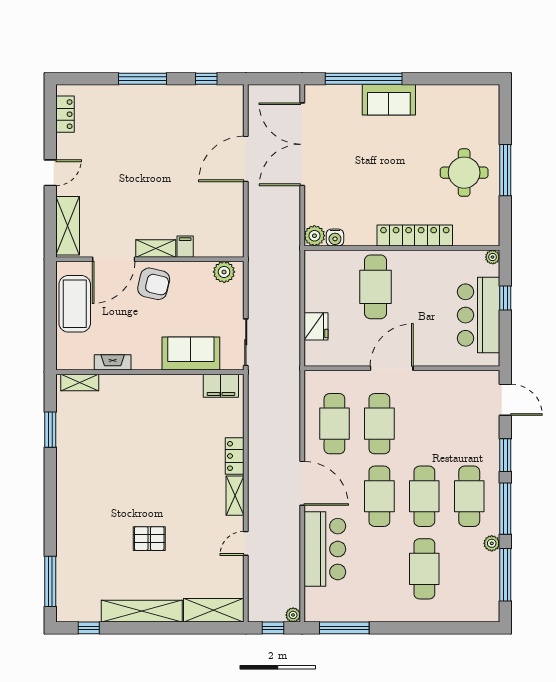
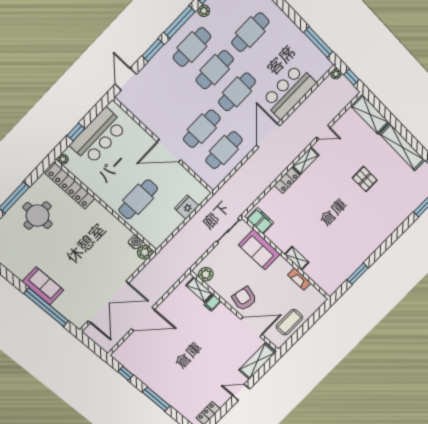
locker: (415, 235) -> (70, 186), moved
shelving: (156, 248) -> (199, 290), moved
coffee table: (75, 304) -> (289, 322), width x0.73, depth x0.76
shelving: (80, 382) -> (297, 258), moved

